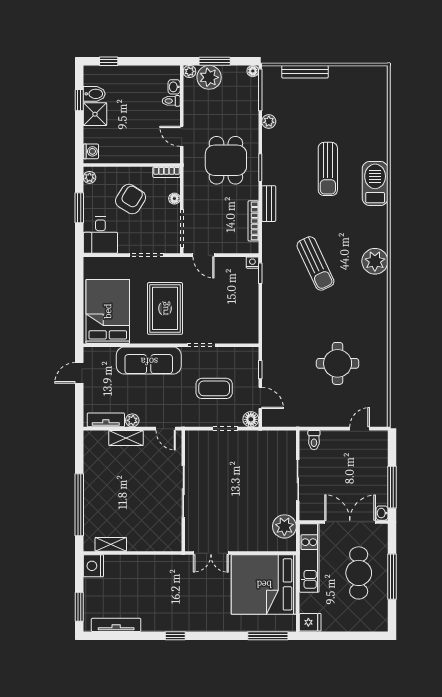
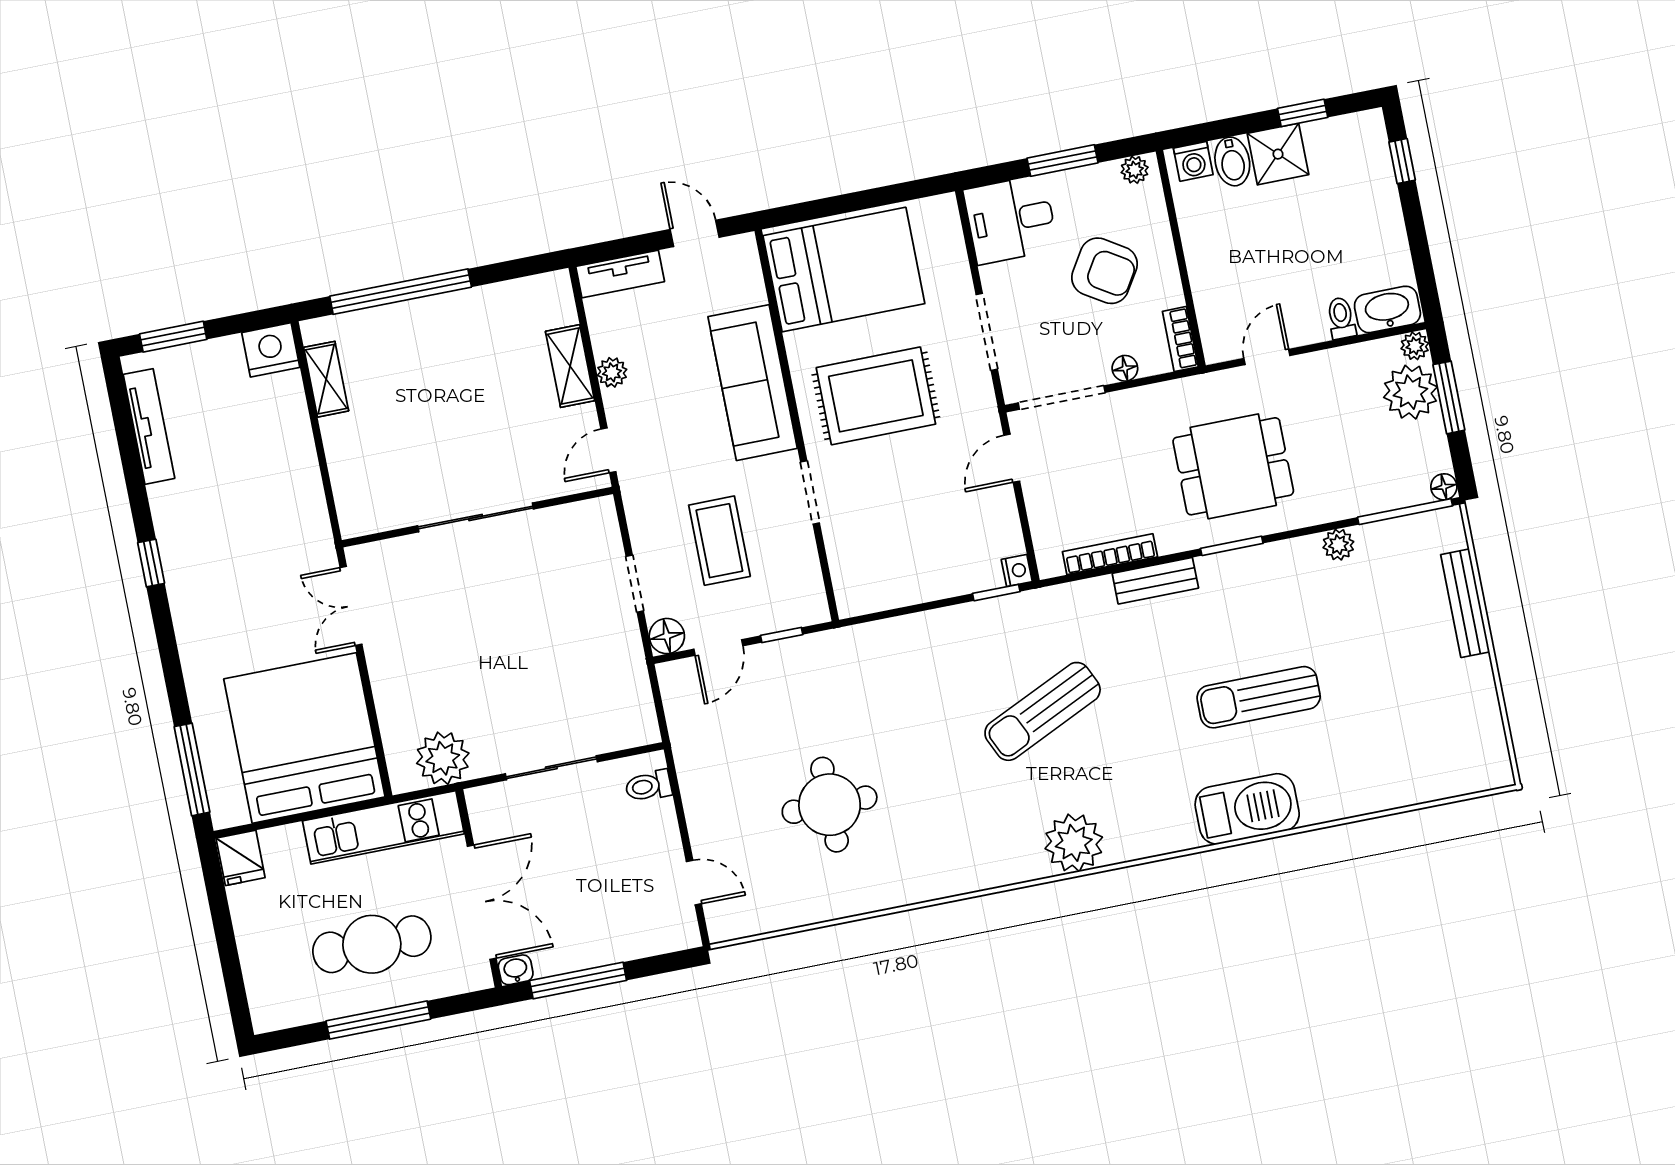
washbasin: (174, 87) -> (1387, 309), width x1.91, depth x1.45
bidet: (94, 94) -> (1232, 161), moved
tv unit: (106, 420) -> (620, 274), moved, turned 90

